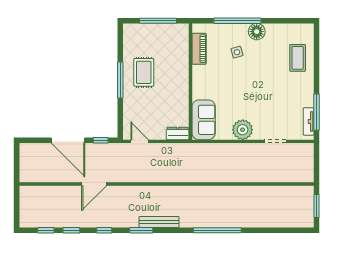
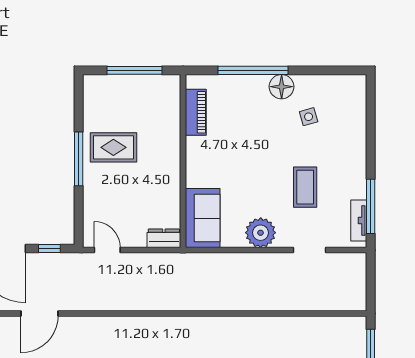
side table: (237, 52) -> (309, 117), moved
coffee table: (298, 58) -> (305, 187), moved
rug: (144, 72) -> (113, 147), turned 90

